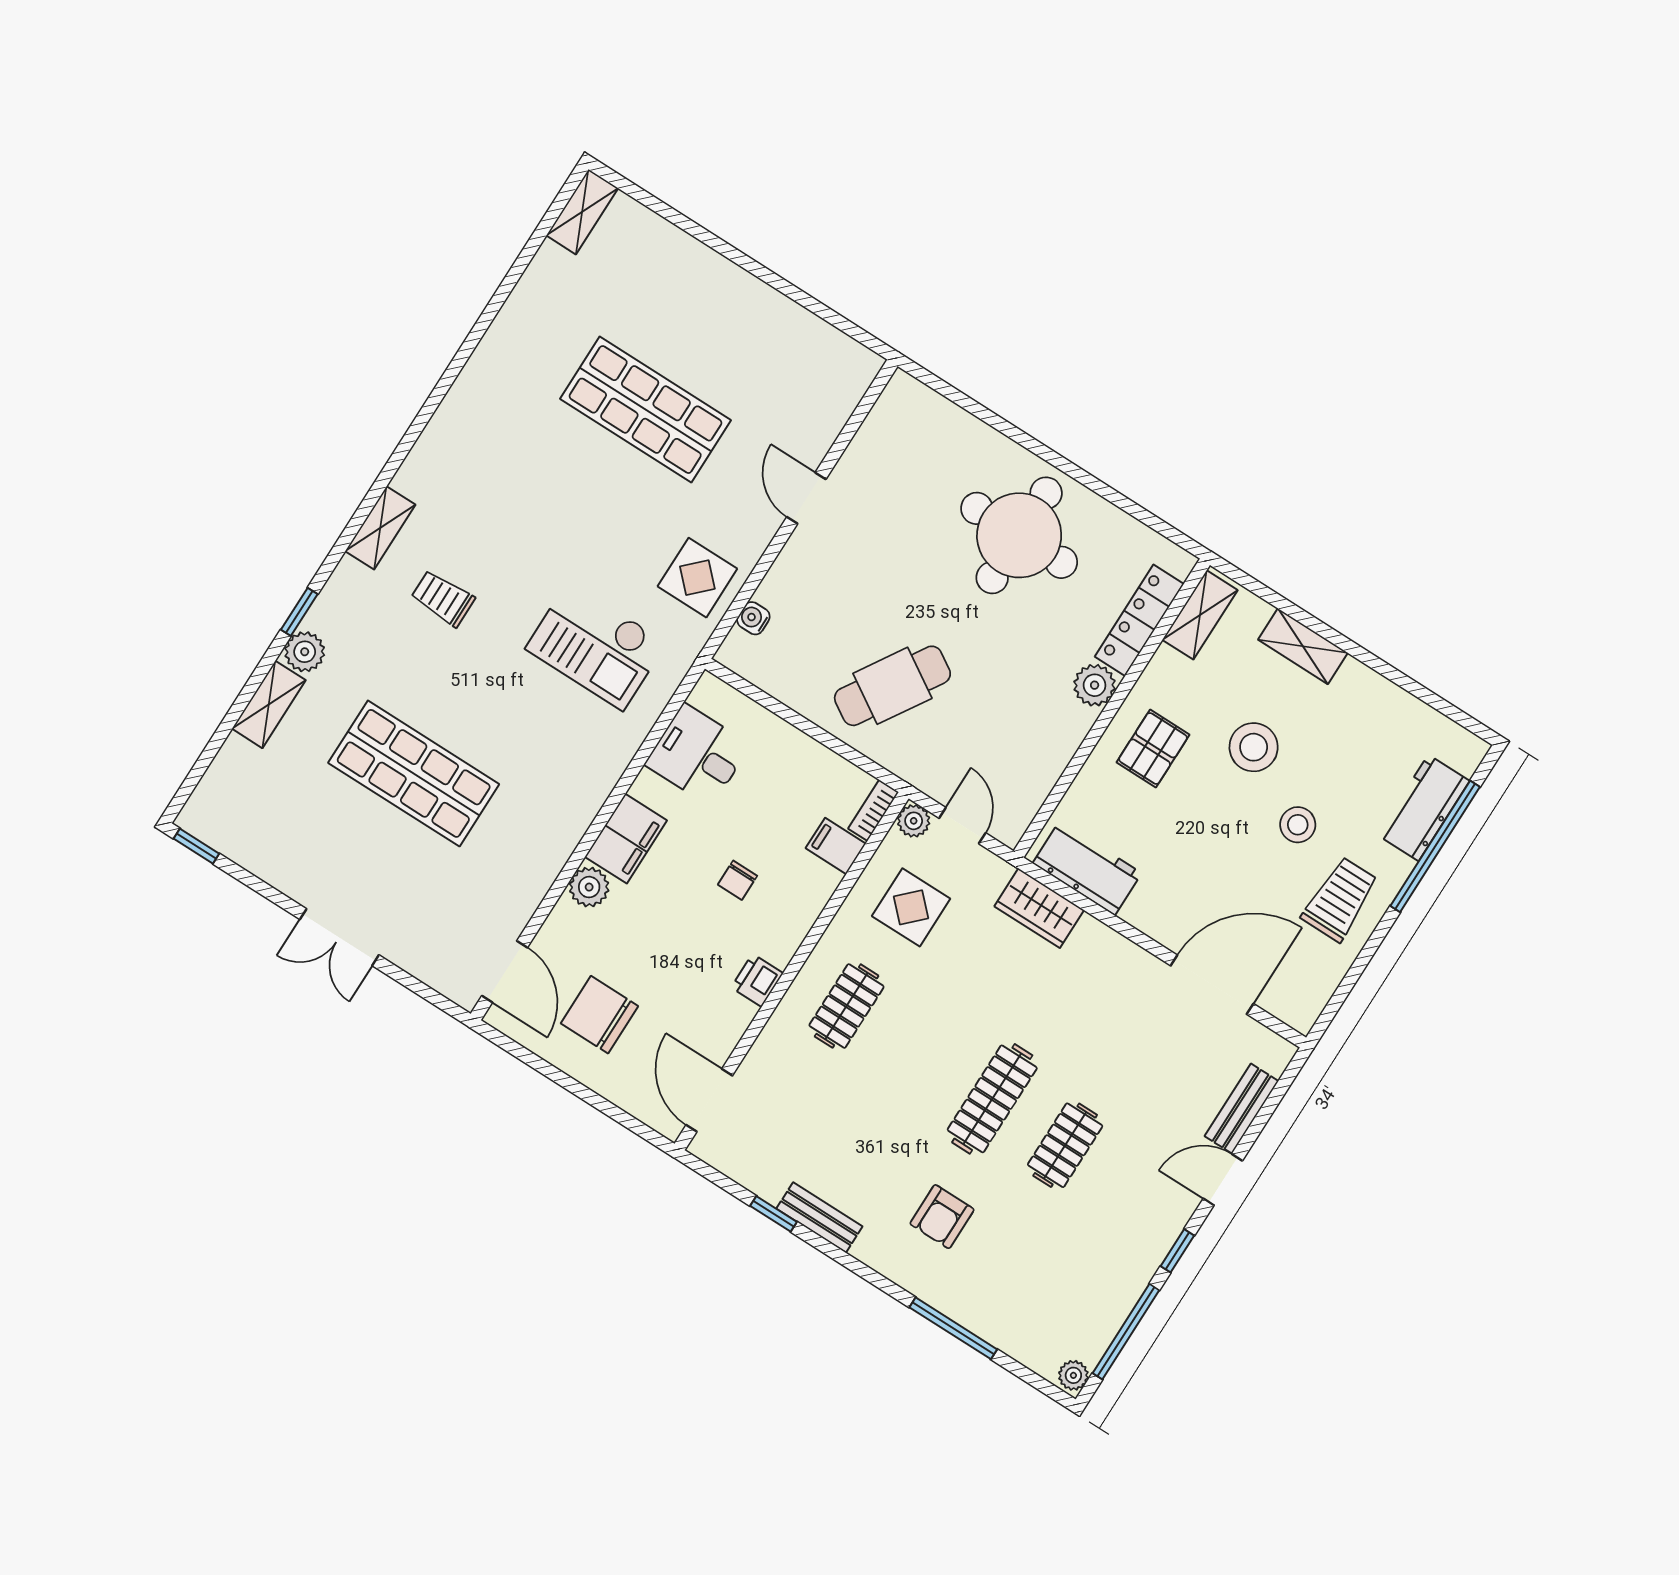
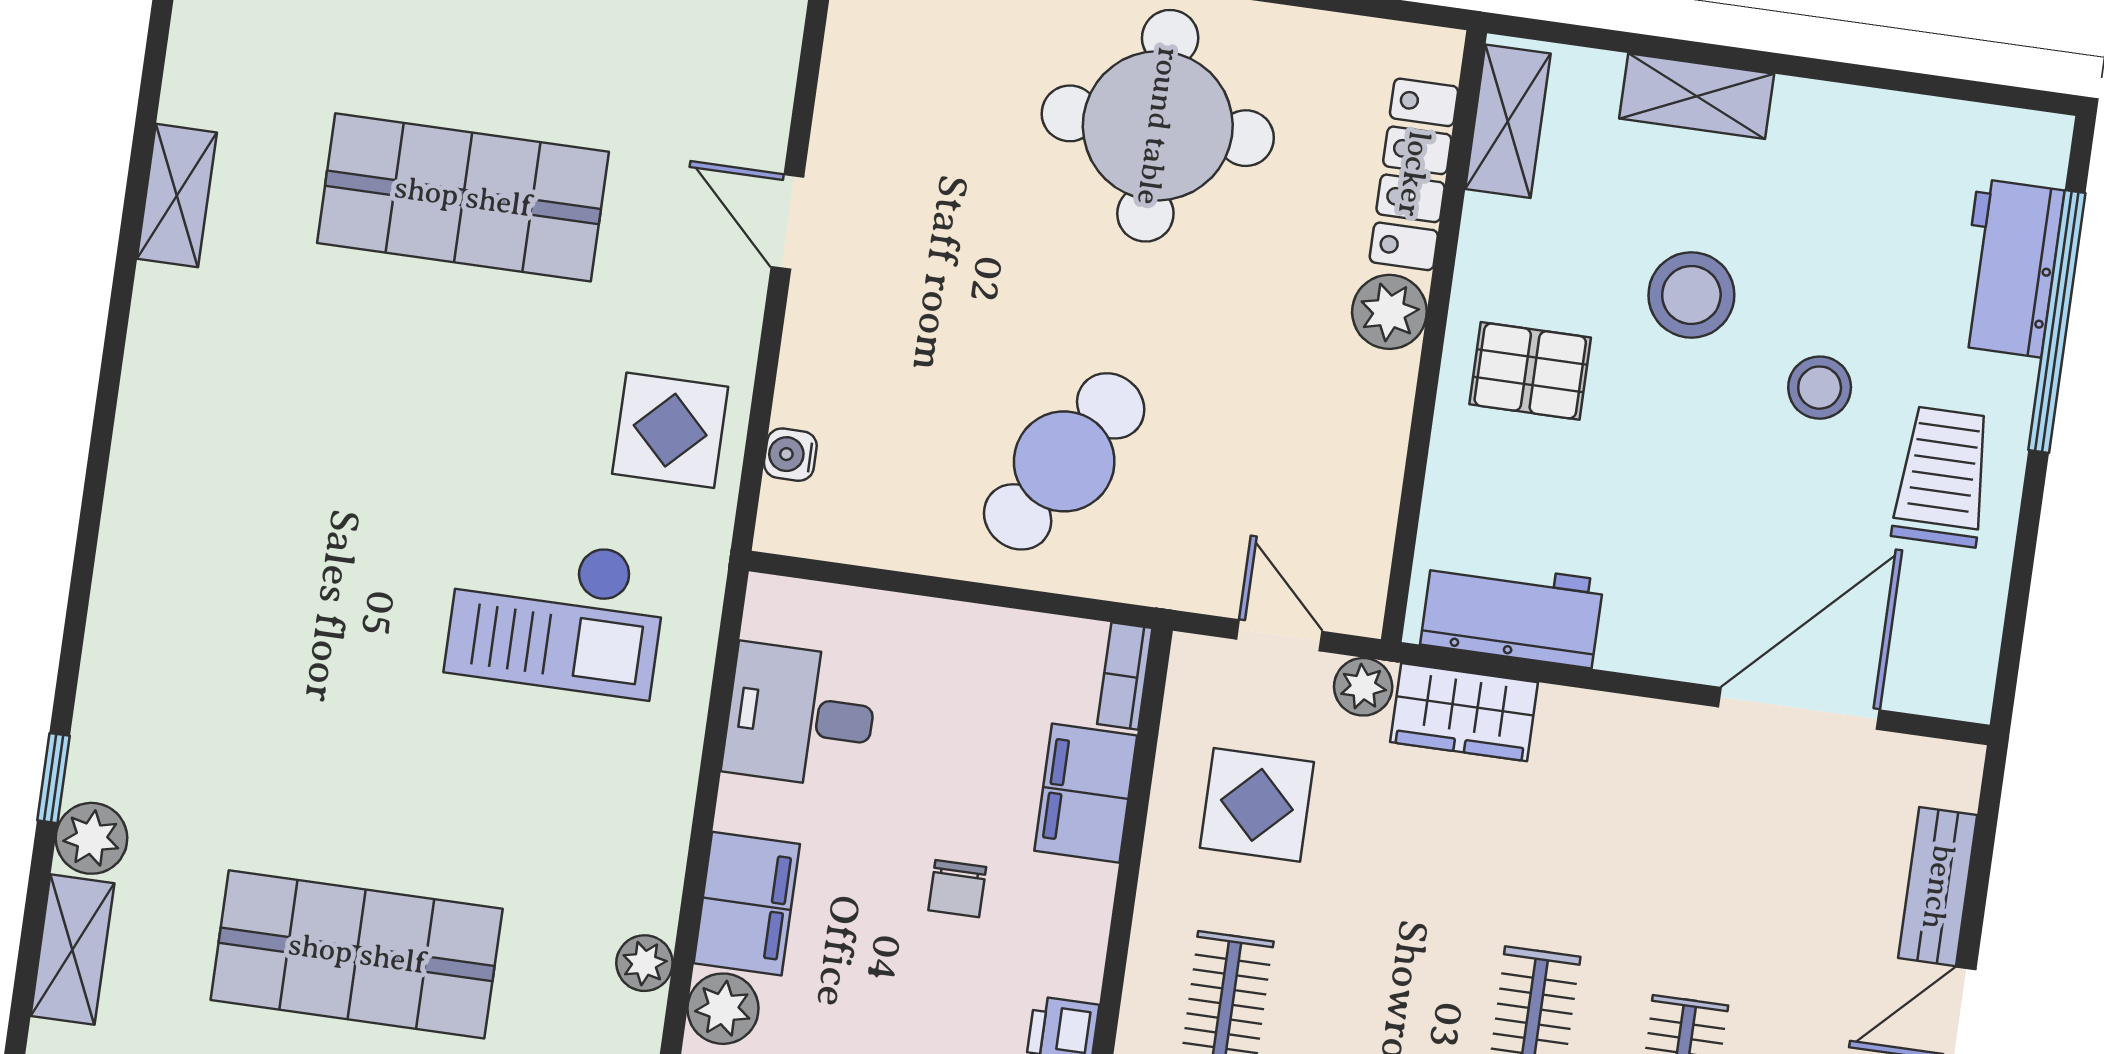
shelving: (380, 528) -> (177, 196), moved
trolley: (443, 598) -> (275, 651), removed
pallet: (1153, 748) -> (1530, 371), turned 90
plant: (914, 821) -> (1363, 687), moved
plant: (559, 845) -> (644, 963), added
filing cabinet: (836, 846) -> (1086, 793), width x2.00

